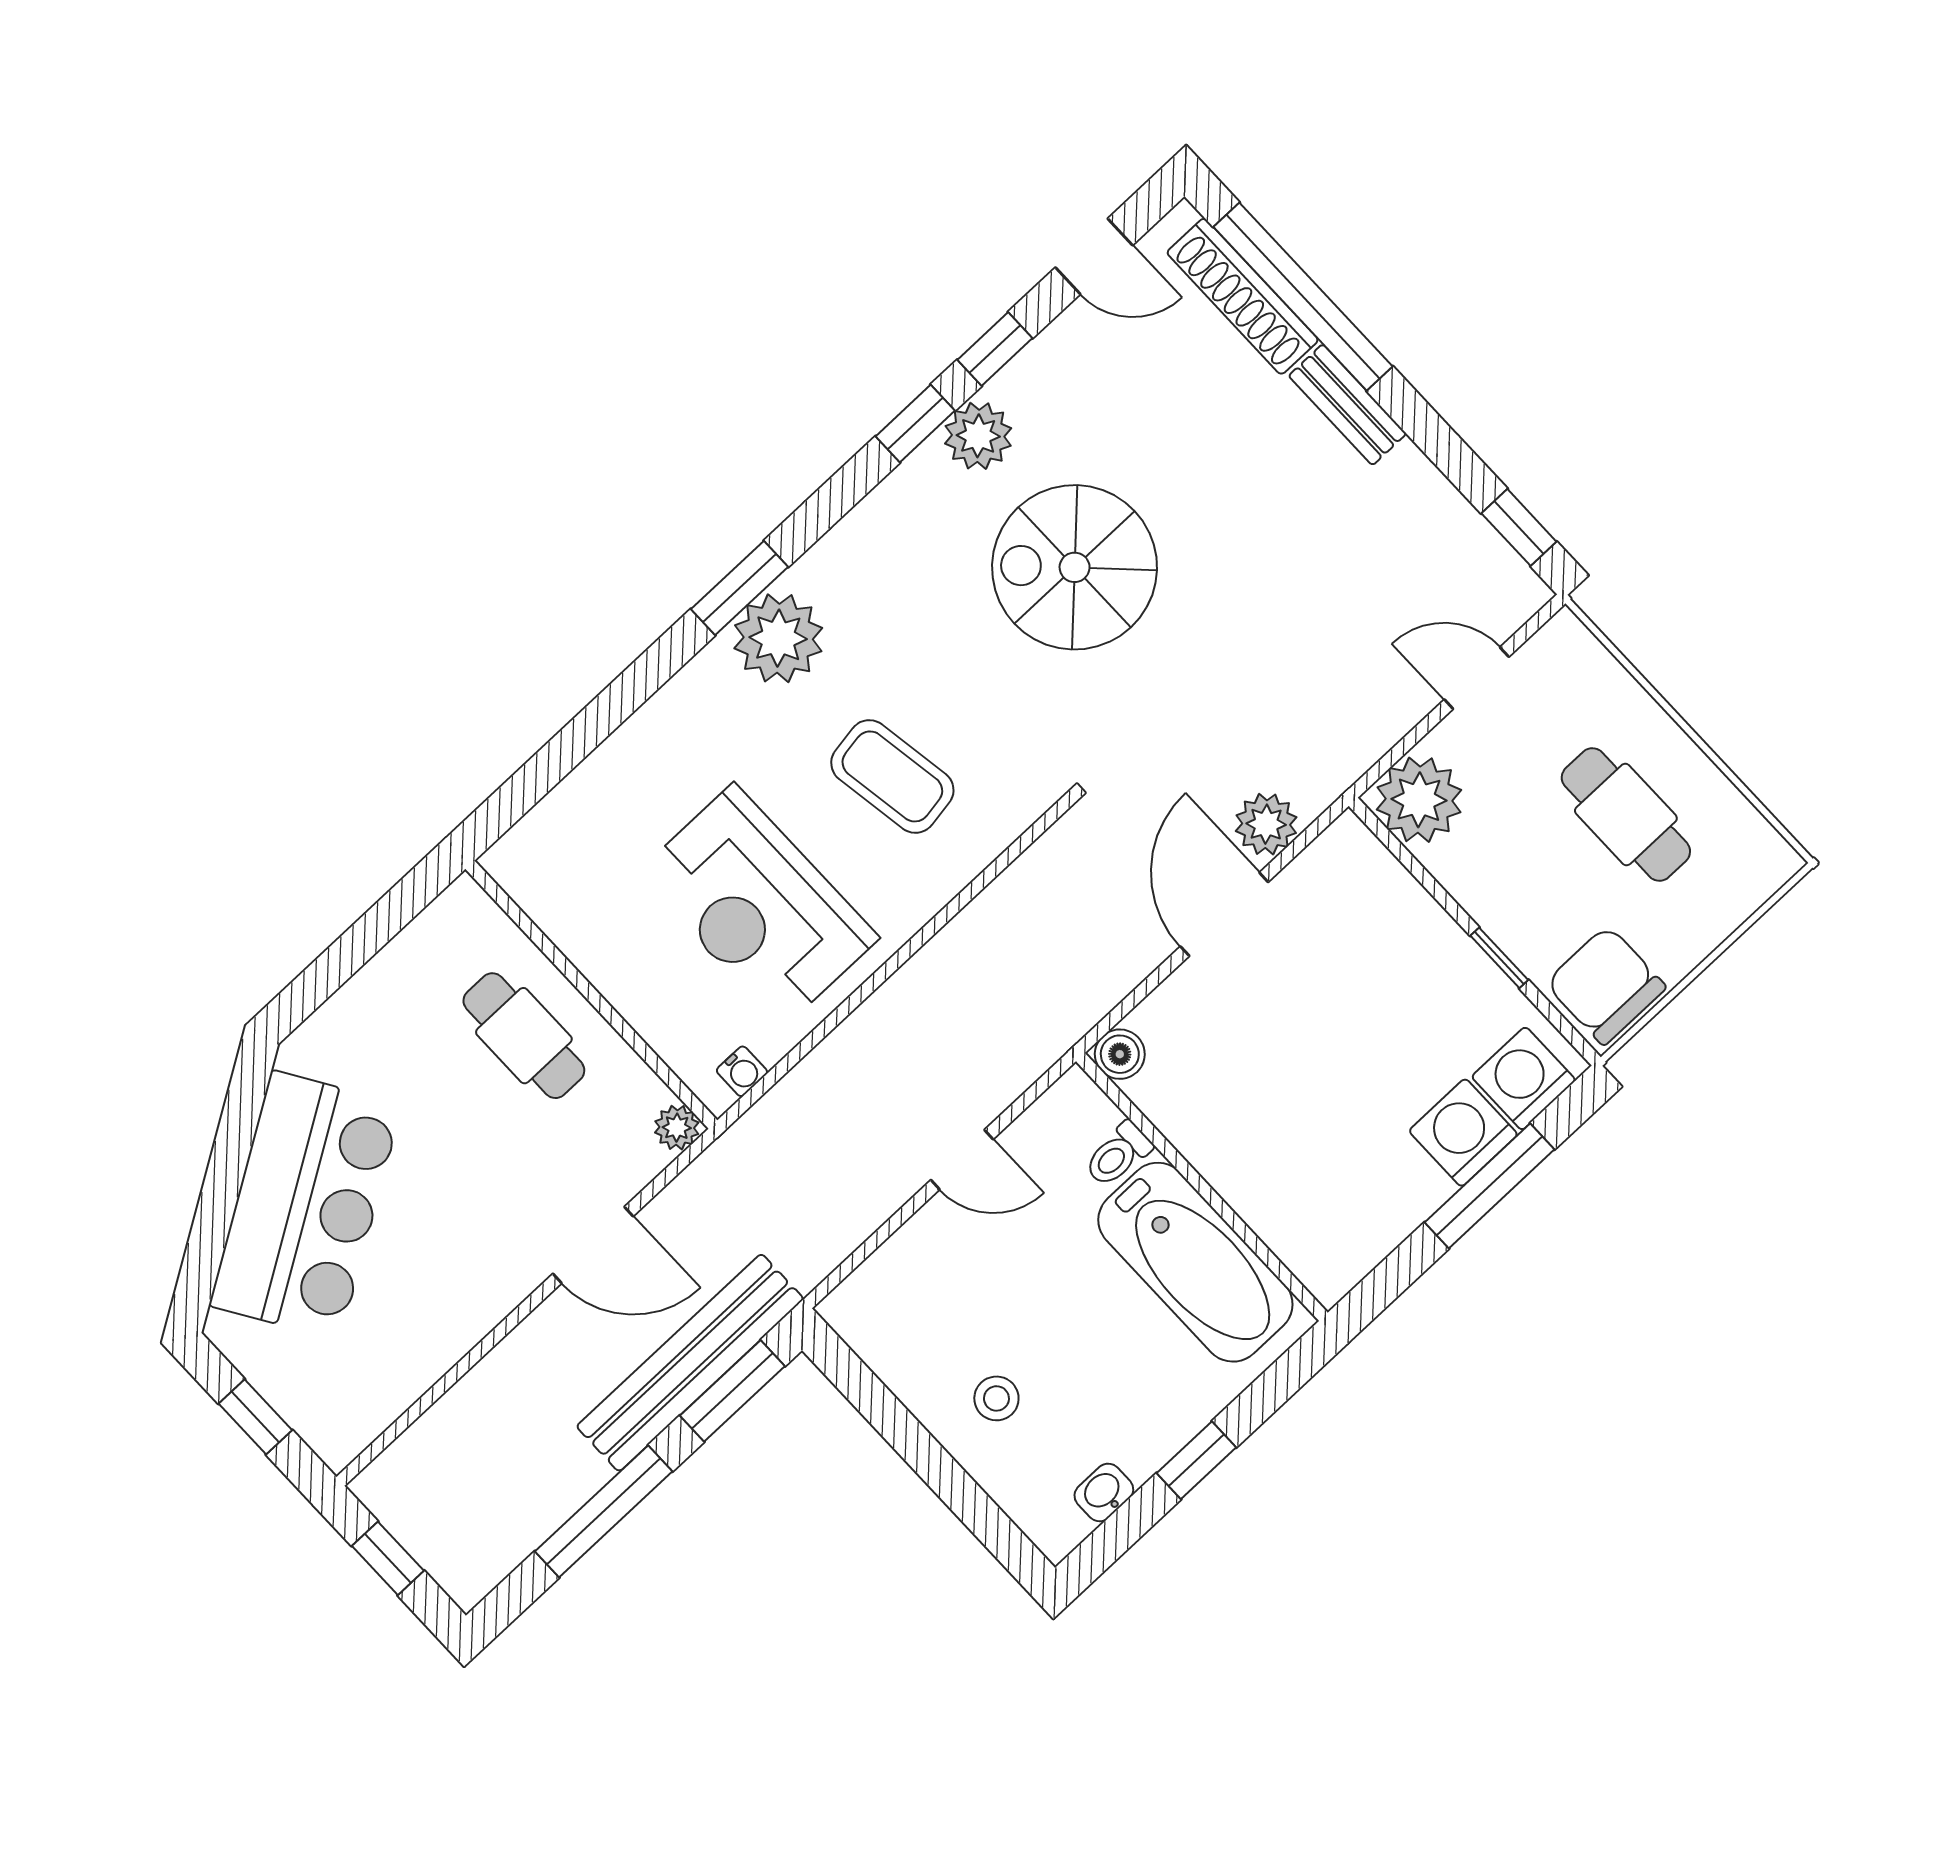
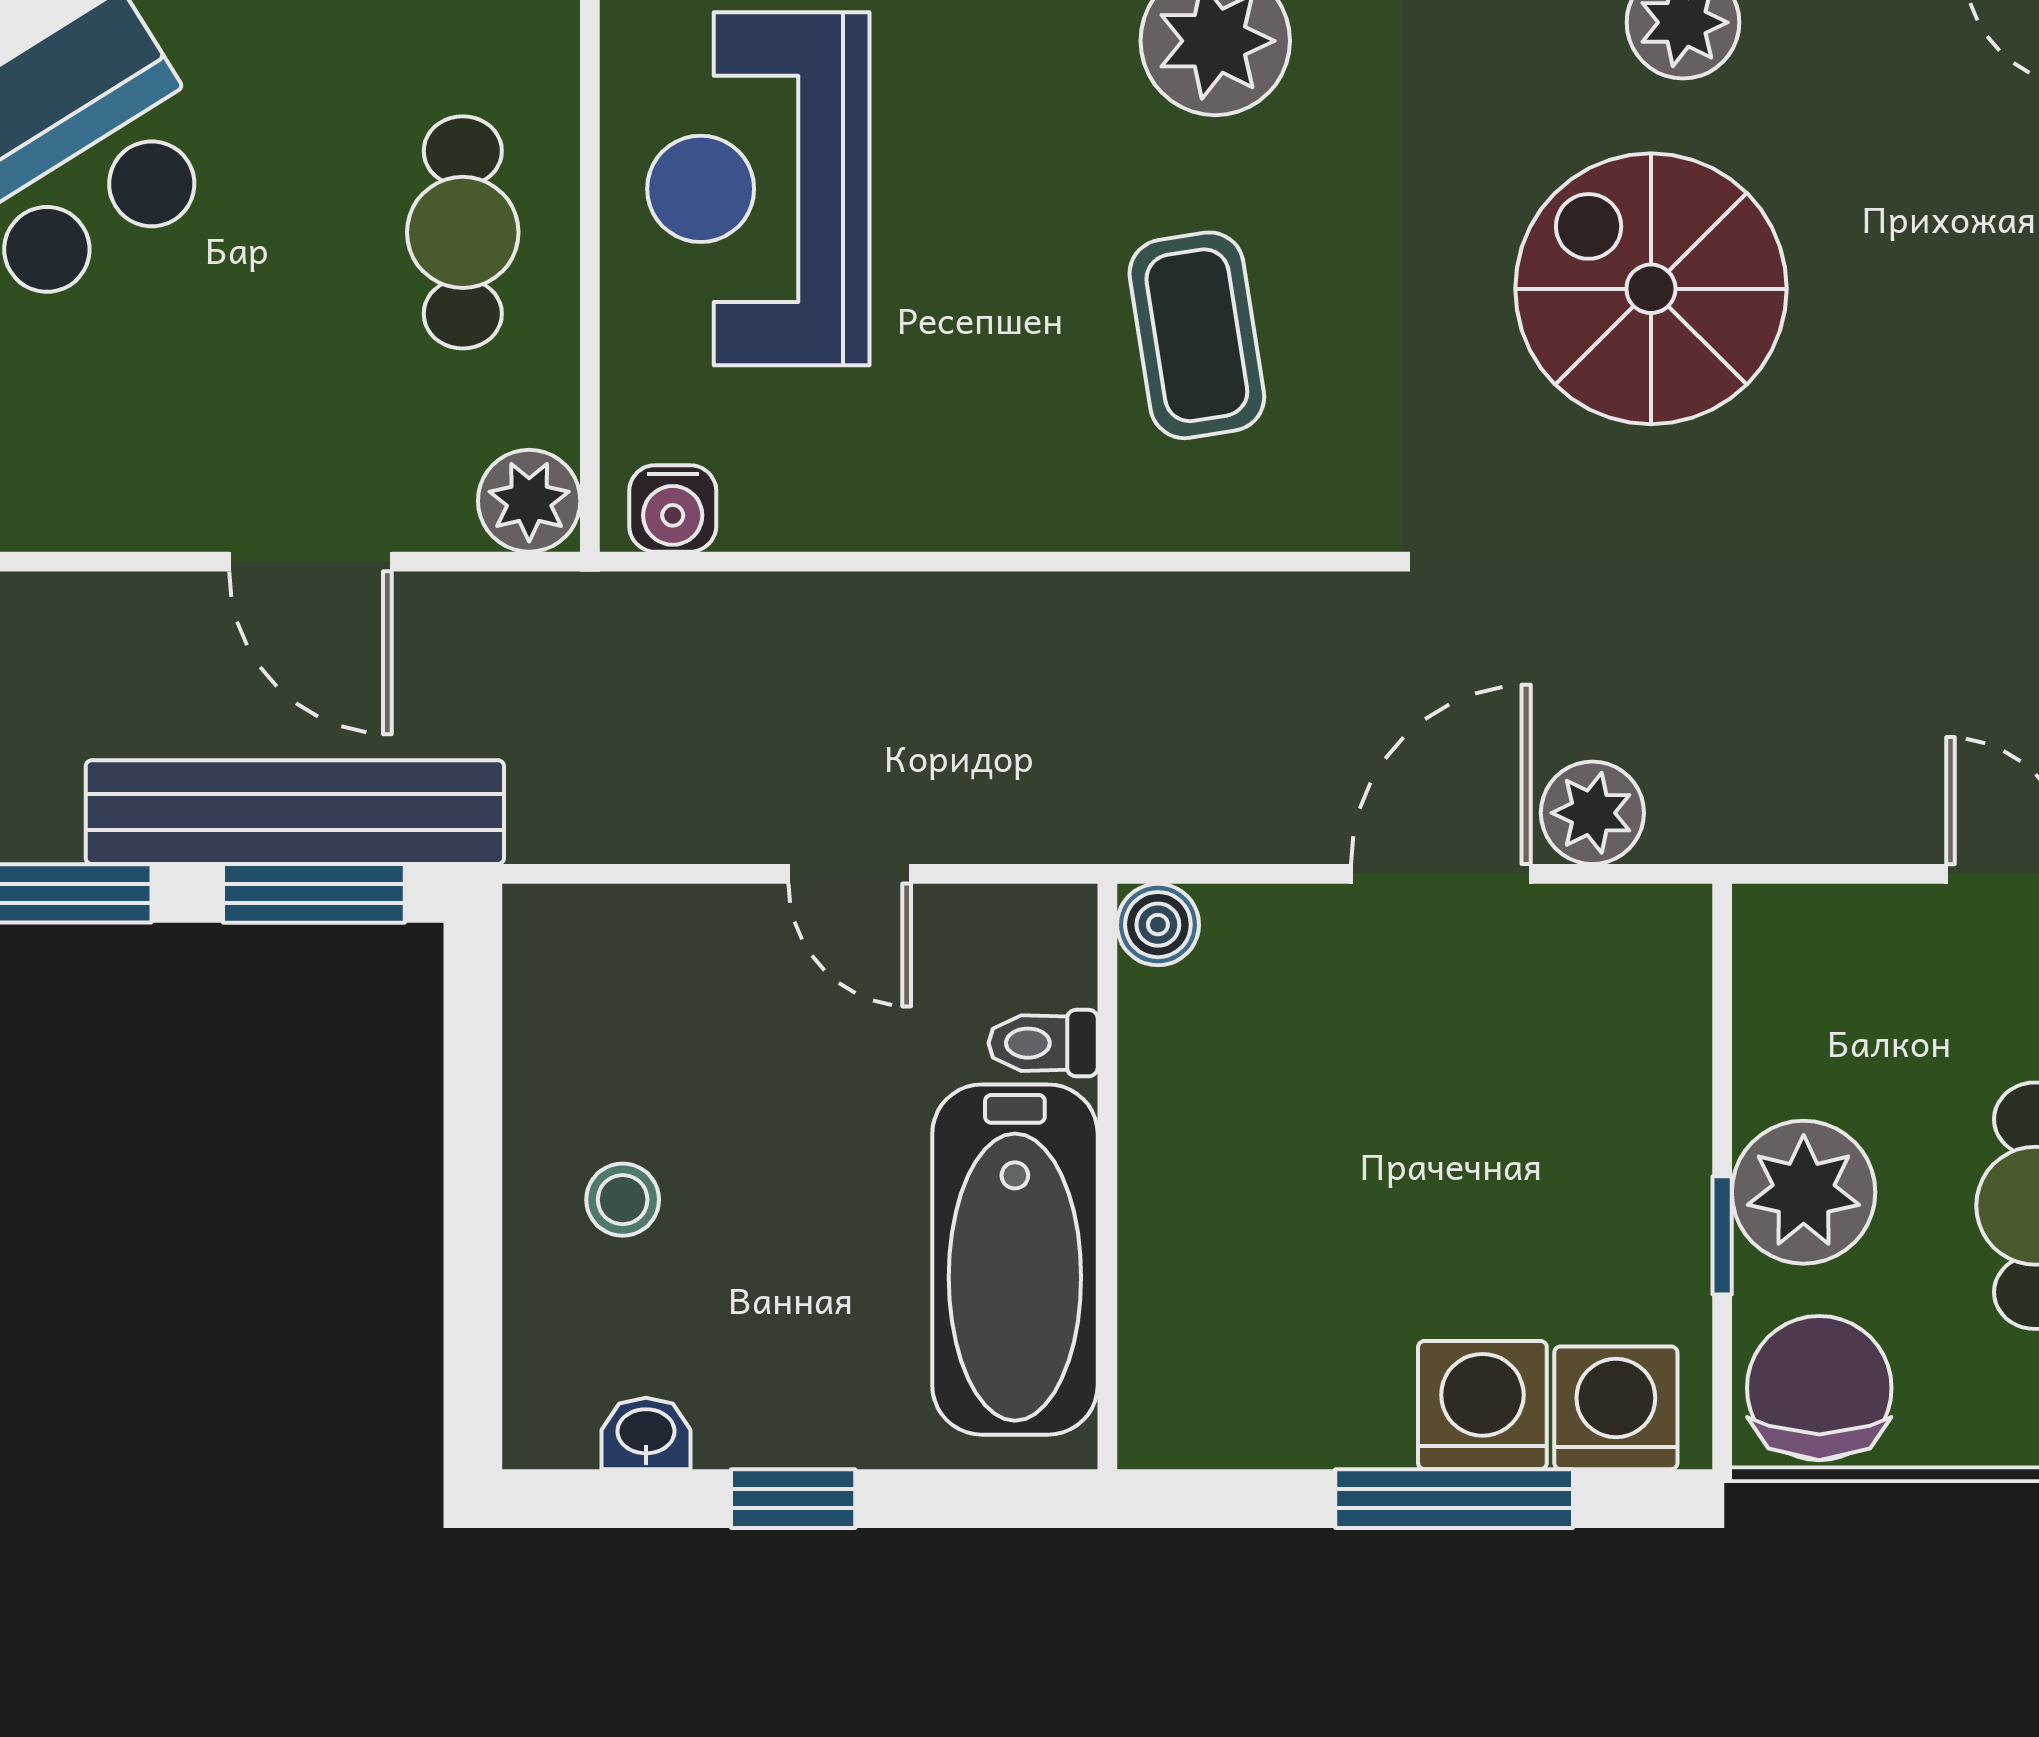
plant: (1419, 800) -> (1804, 1192), moved
reception desk: (758, 906) -> (758, 189), moved
water cooler: (742, 1071) -> (673, 508), width x1.38, depth x1.38
plant: (677, 1128) -> (529, 501), width x1.38, depth x1.38

